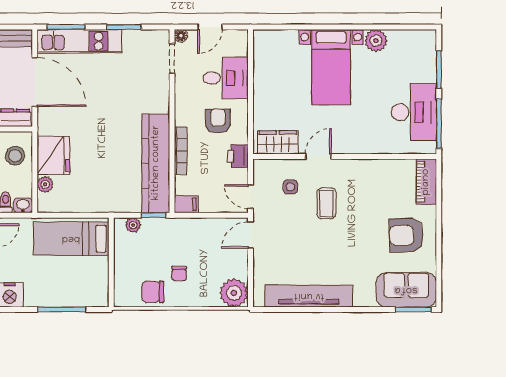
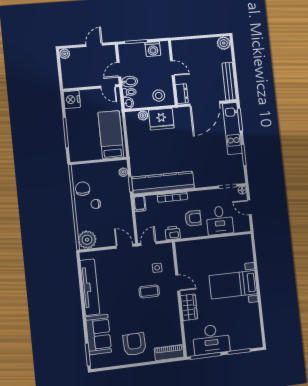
plant: (376, 41) -> (252, 310), removed
wardrobe: (278, 142) -> (189, 307), moved
sofa: (406, 290) -> (99, 335), moved

